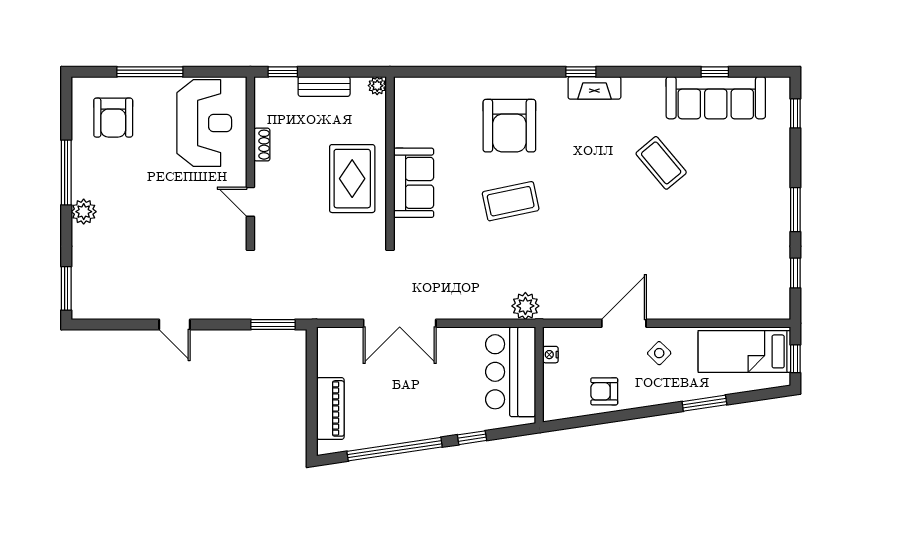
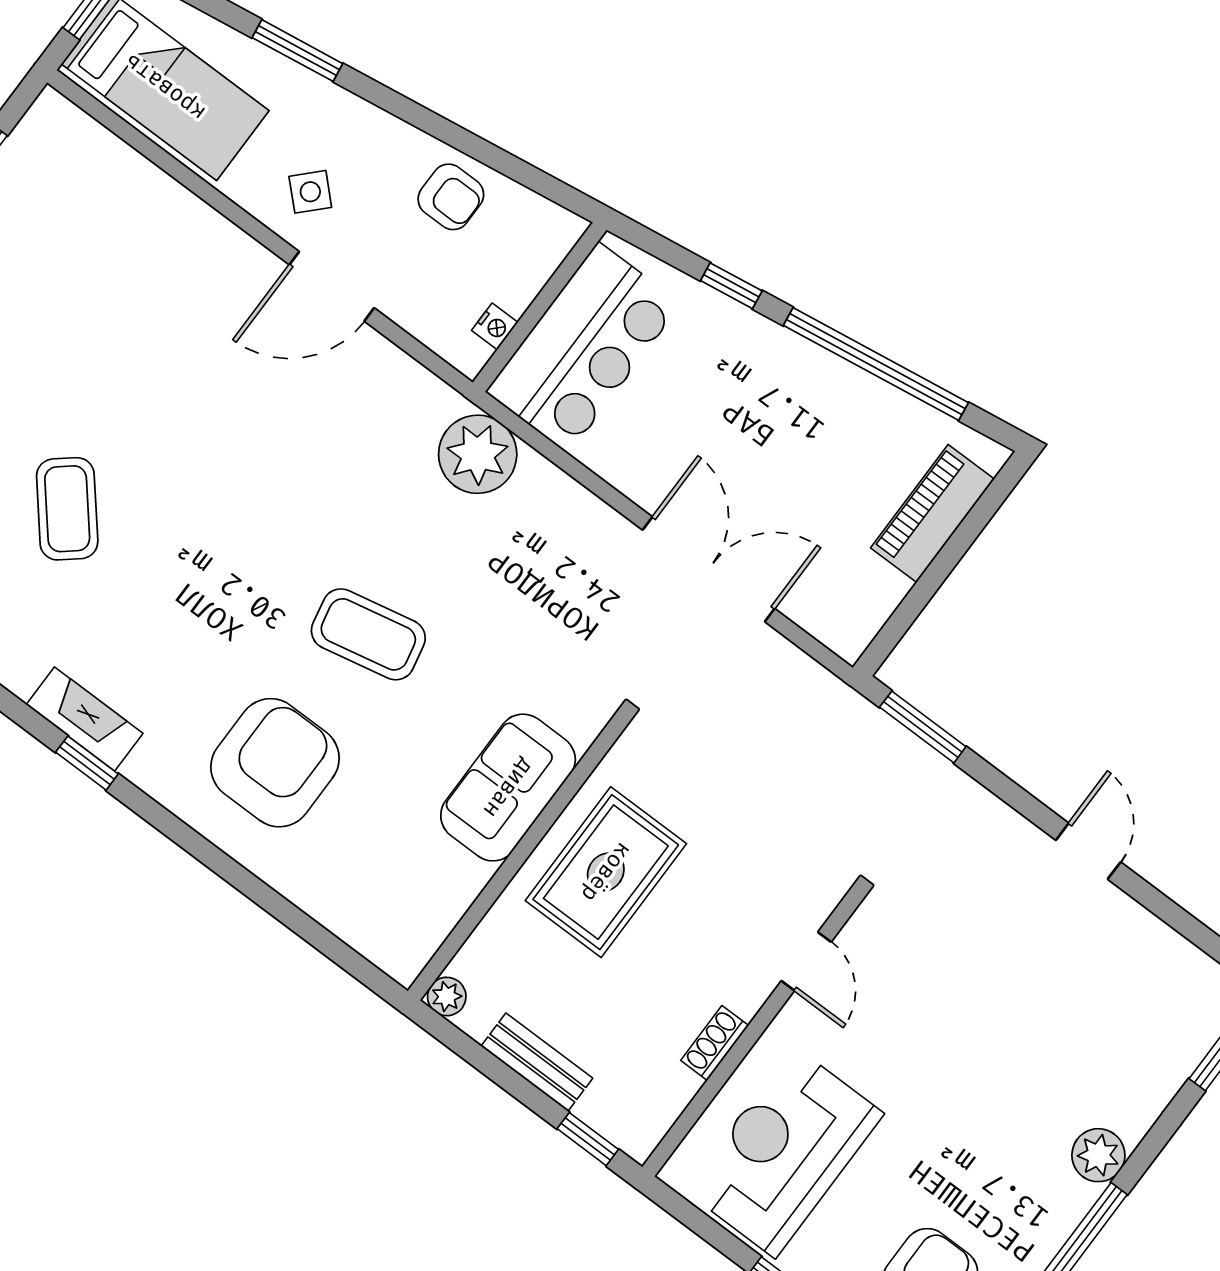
plant: (525, 306) -> (478, 454), width x1.36, depth x1.36

